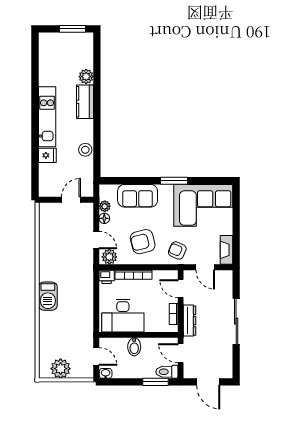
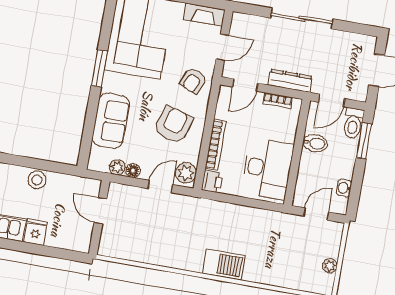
armchair: (143, 242) -> (173, 125), turned -149
bidet: (134, 347) -> (315, 143), moved
plant: (61, 369) -> (330, 266), width x0.53, depth x0.53
washbasin: (106, 373) -> (344, 188), moved

